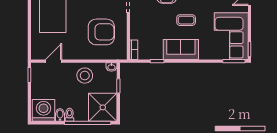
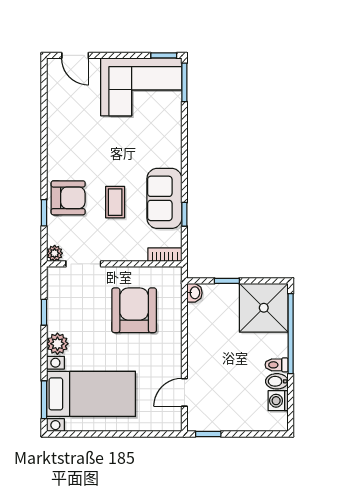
coffee table: (186, 20) -> (115, 202), moved
sofa: (181, 50) -> (164, 198), moved
door: (54, 61) -> (184, 392), hinge flipped
stool: (85, 76) -> (209, 339), removed
washing machine: (44, 110) -> (278, 401), width x0.53, depth x0.53

